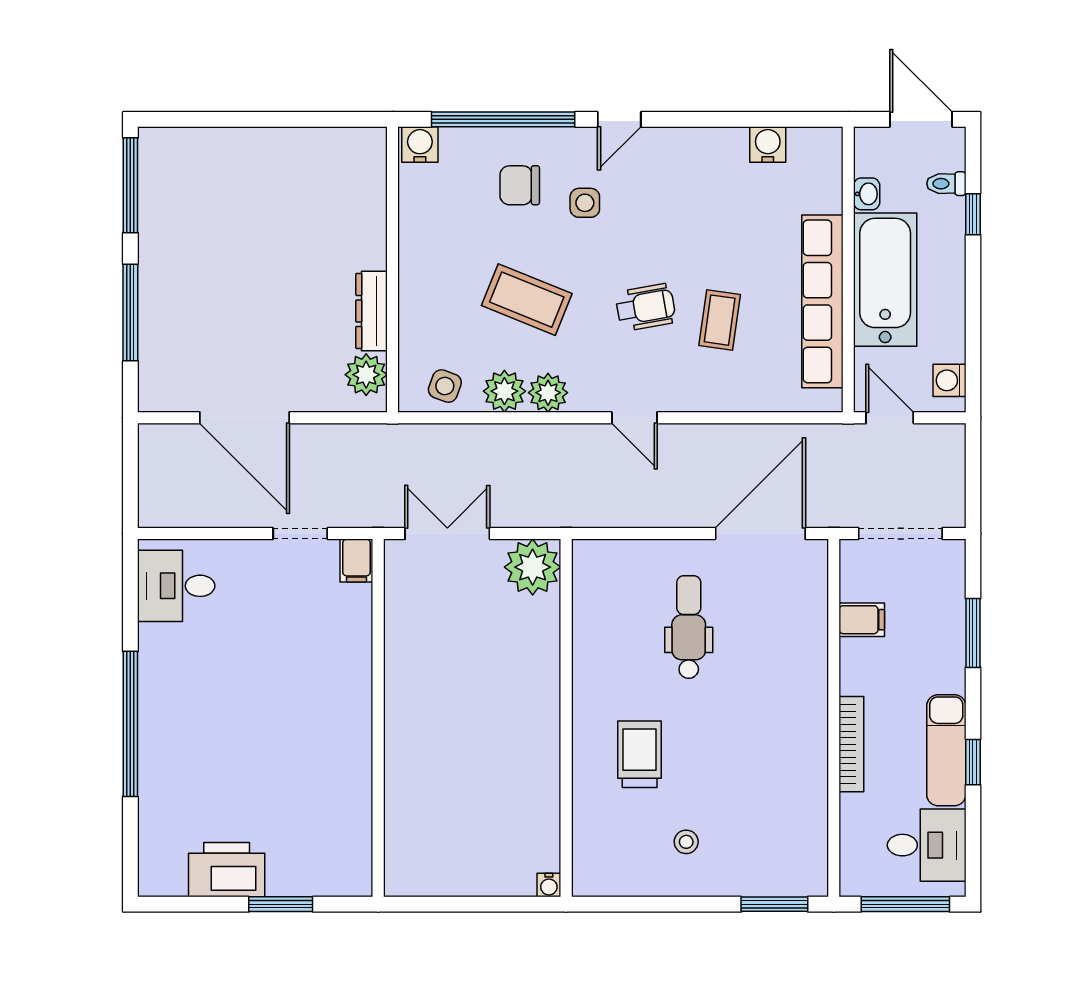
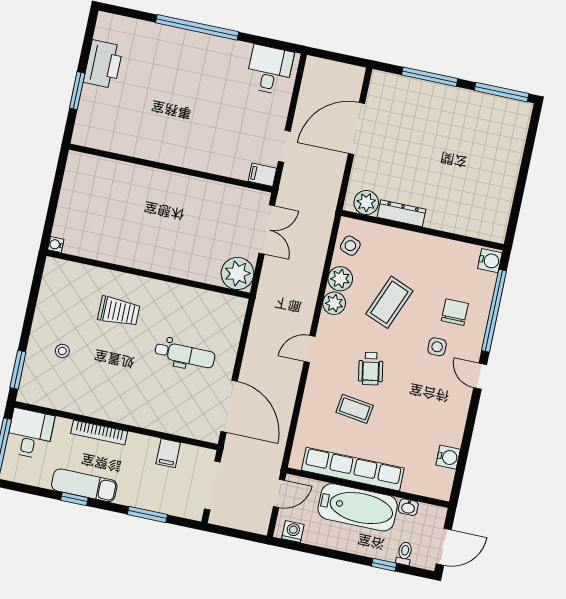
stool: (686, 842) -> (62, 351), moved
desk: (927, 845) -> (30, 434), moved, turned 180

